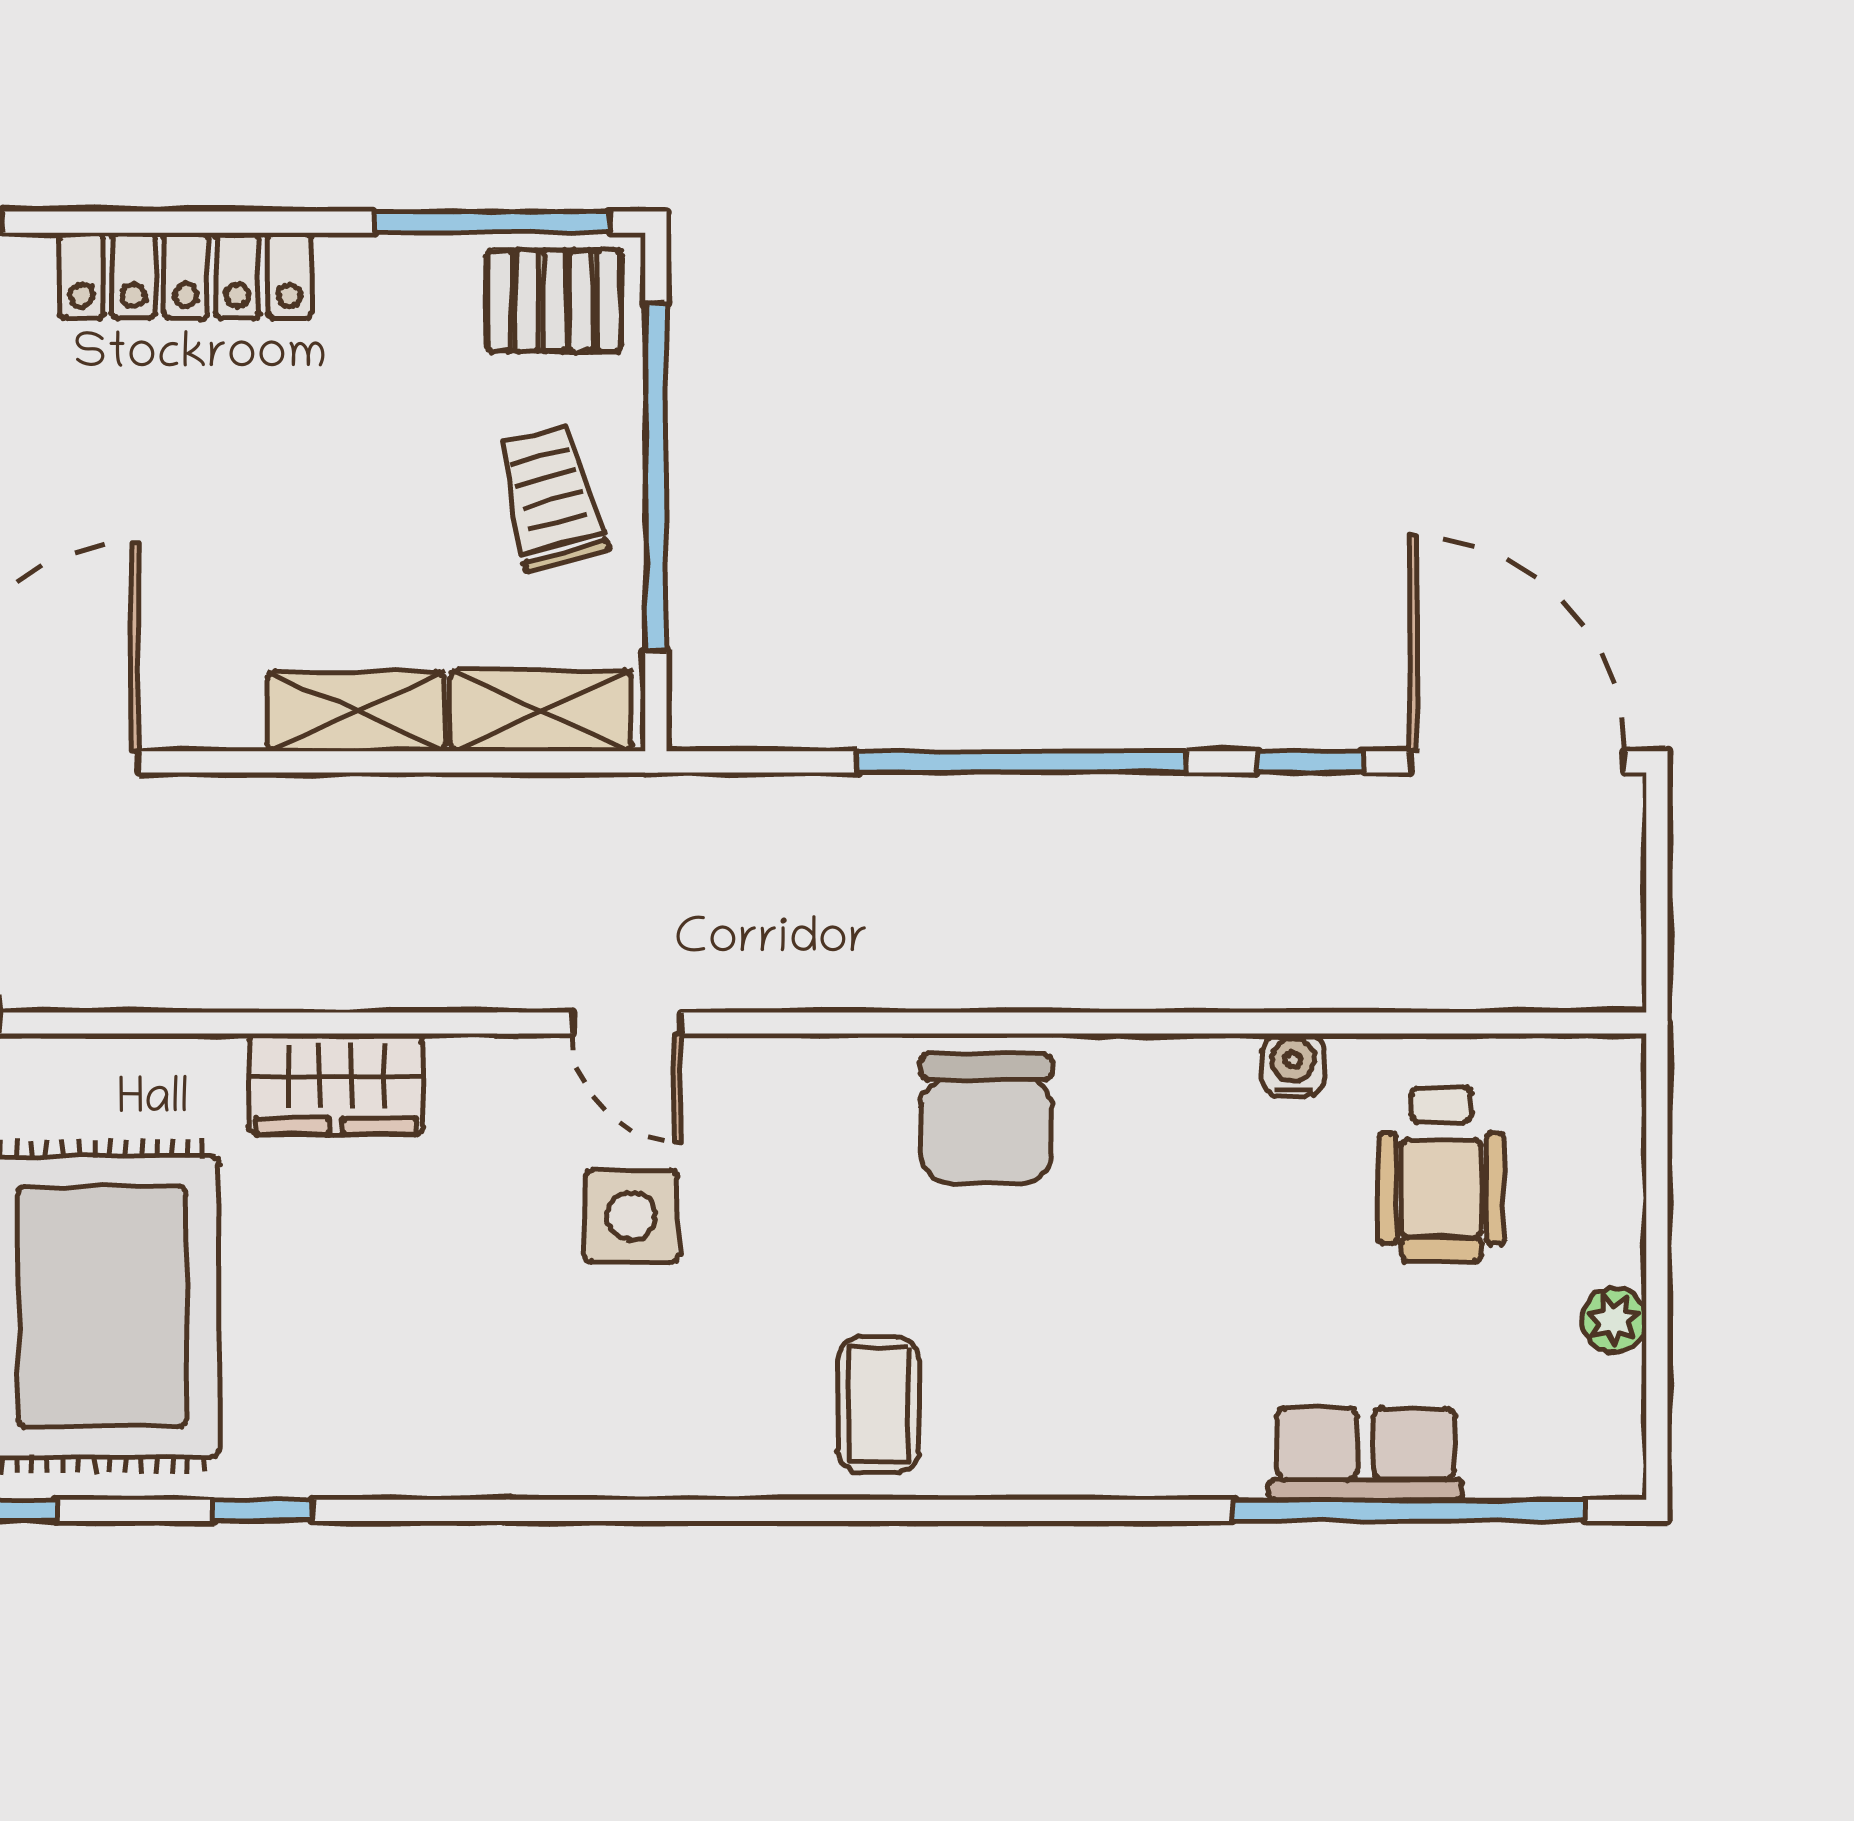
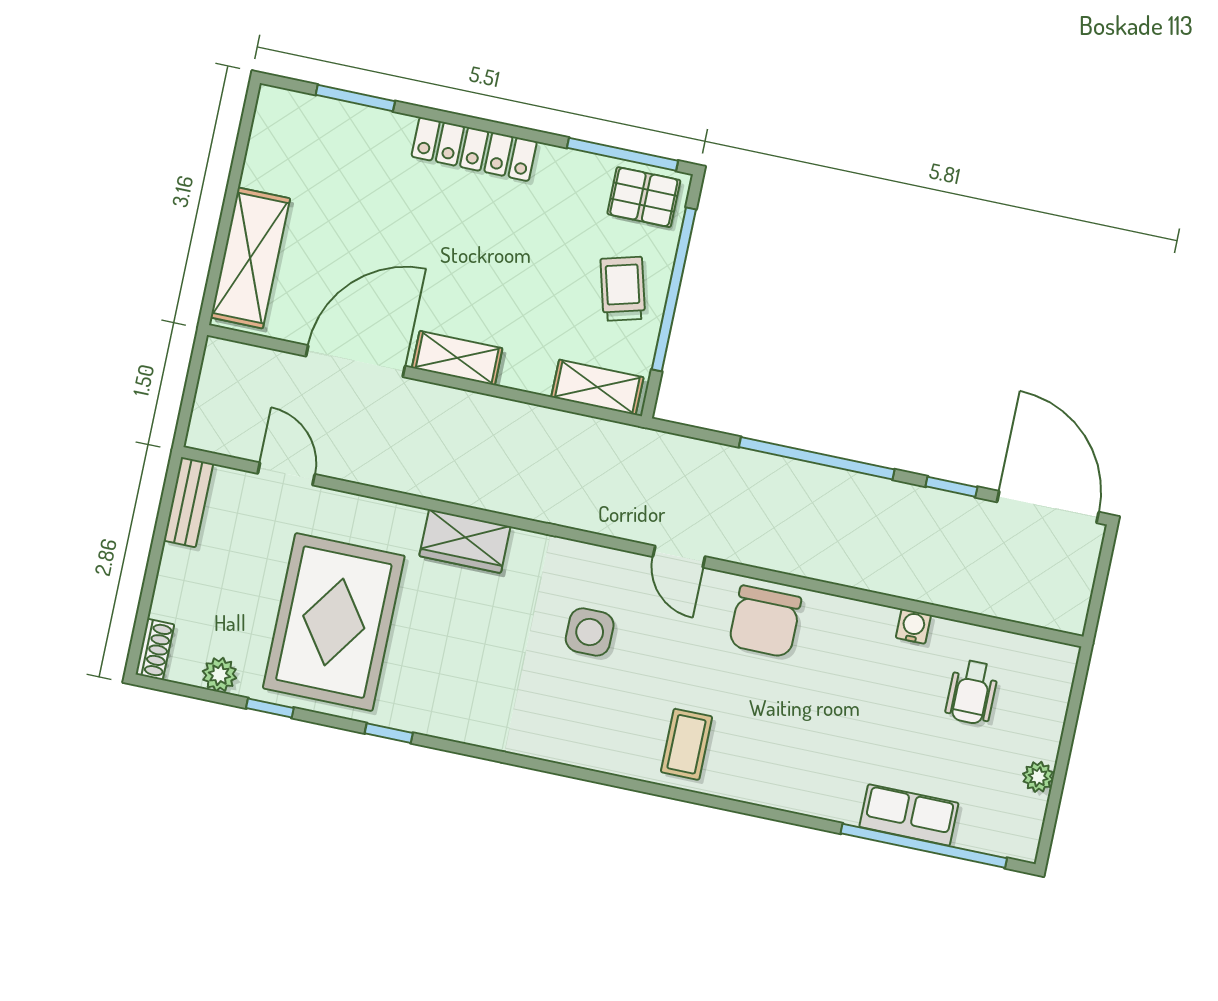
shelving: (356, 712) -> (457, 358), moved
door: (627, 1023) -> (679, 557), moved
wheelchair: (1441, 1174) -> (972, 692), width x0.73, depth x0.73

